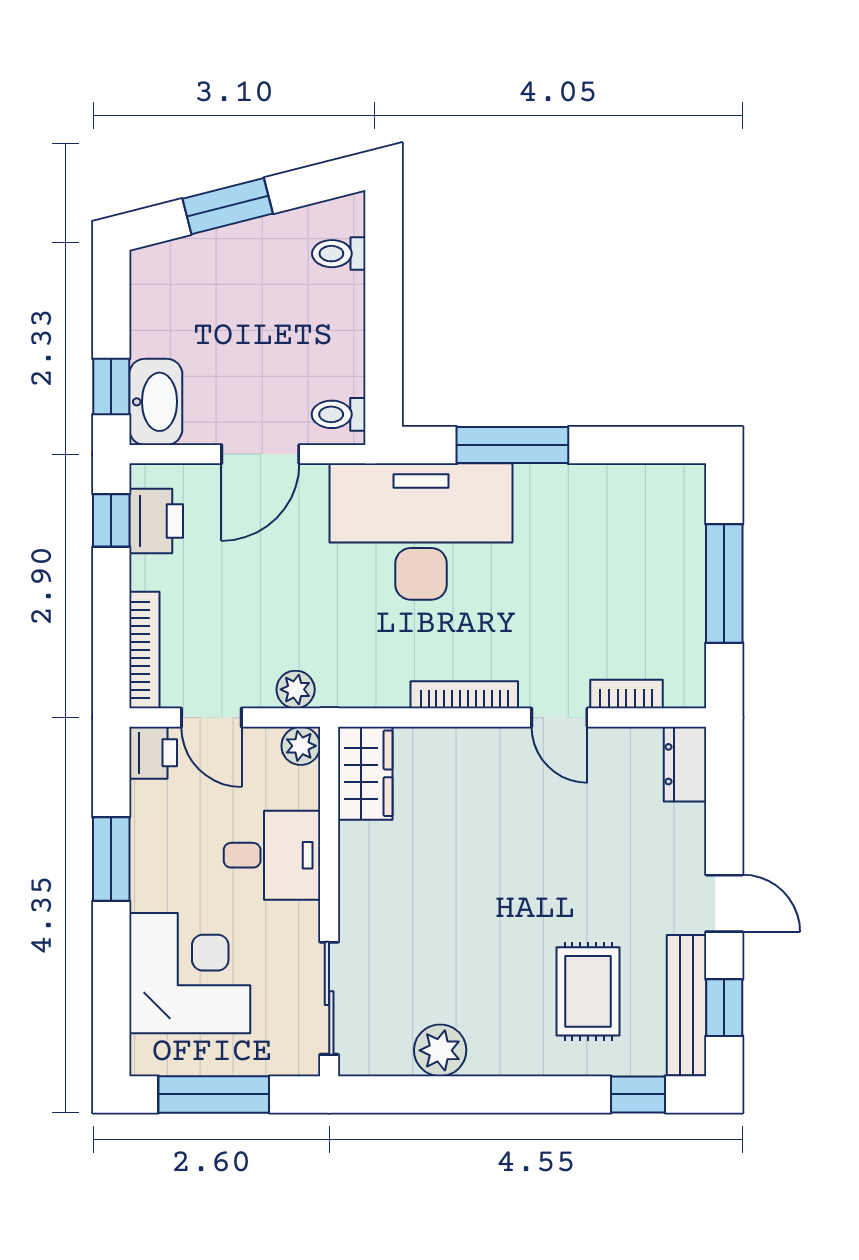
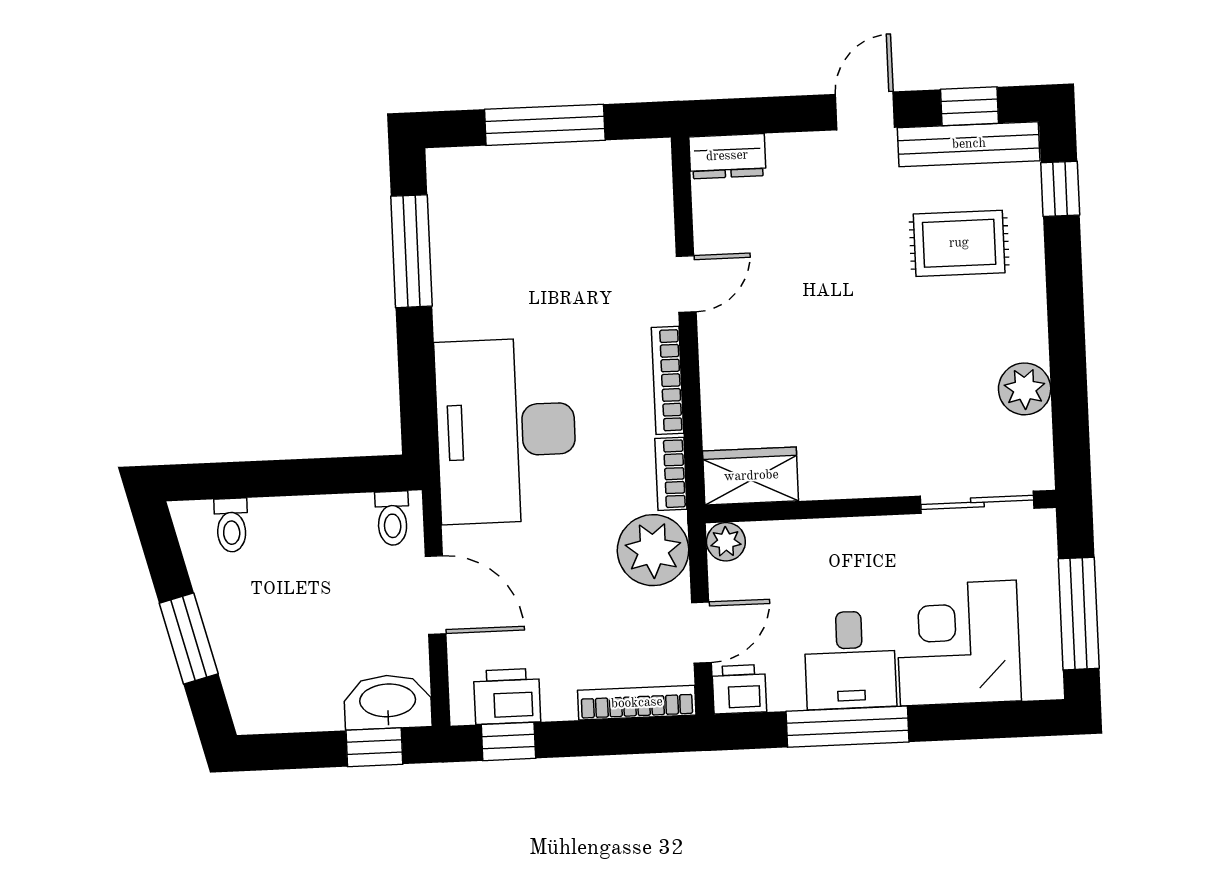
window: (512, 445) -> (411, 251), moved
plant: (296, 689) -> (653, 550), width x1.88, depth x1.88
bookcase: (626, 694) -> (671, 474), moved
desk: (272, 855) -> (850, 660), moved, turned 180
window: (111, 859) -> (847, 727), width x1.44

